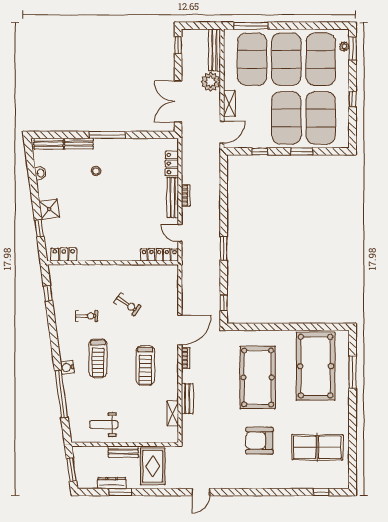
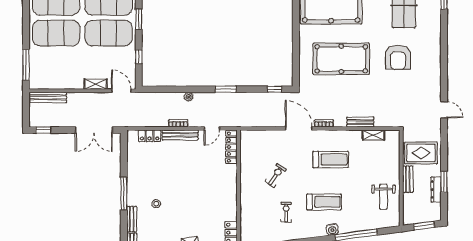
exercise mat: (252, 59) -> (56, 64), removed
plant: (211, 82) -> (189, 97), moved, width x0.53, depth x0.53

